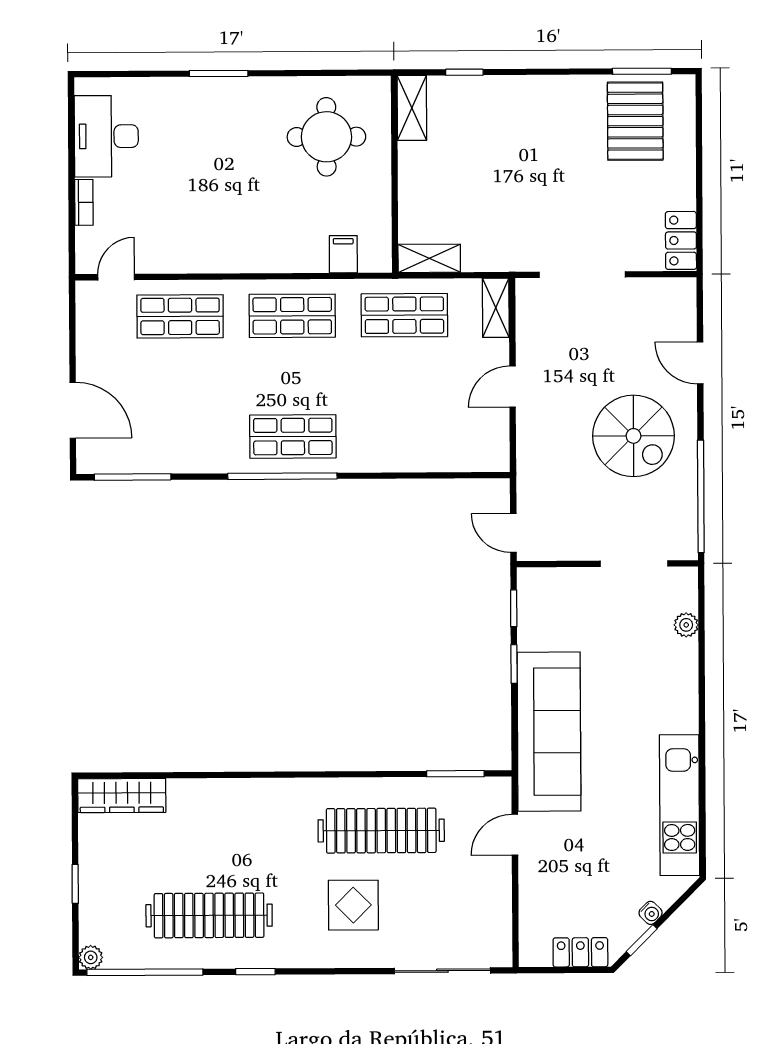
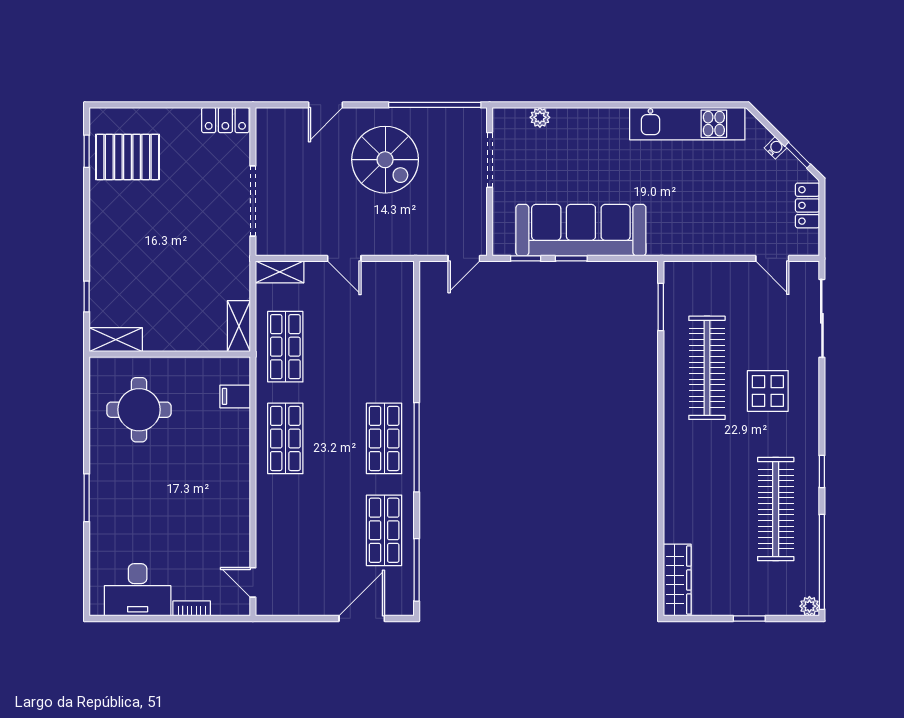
window: (642, 71) -> (87, 151), width x0.67
shop shelf: (180, 316) -> (384, 530), moved
spiral stairs: (633, 436) -> (385, 160), turned 90
sofa: (549, 732) -> (581, 230), moved
door: (515, 835) -> (772, 258), moved

